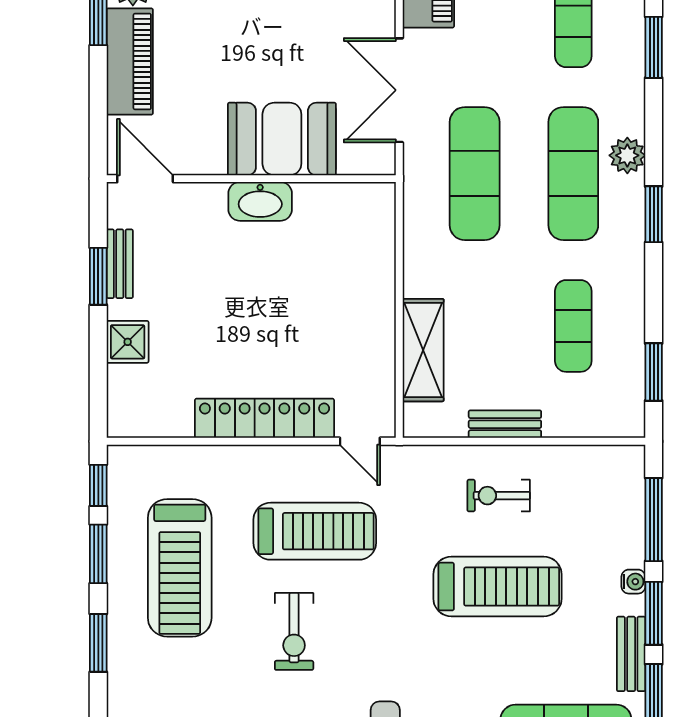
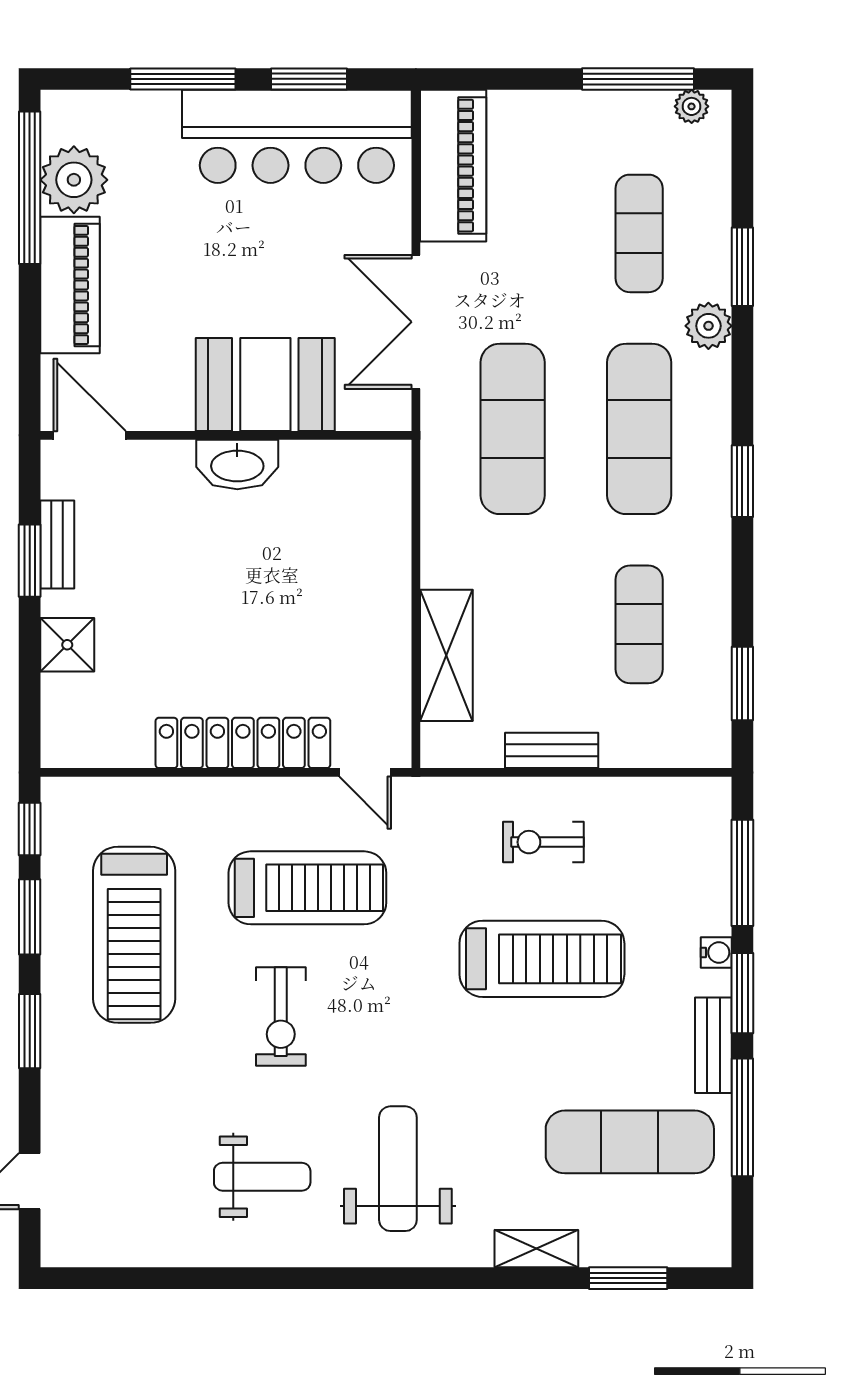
plant: (627, 155) -> (708, 326), moved

